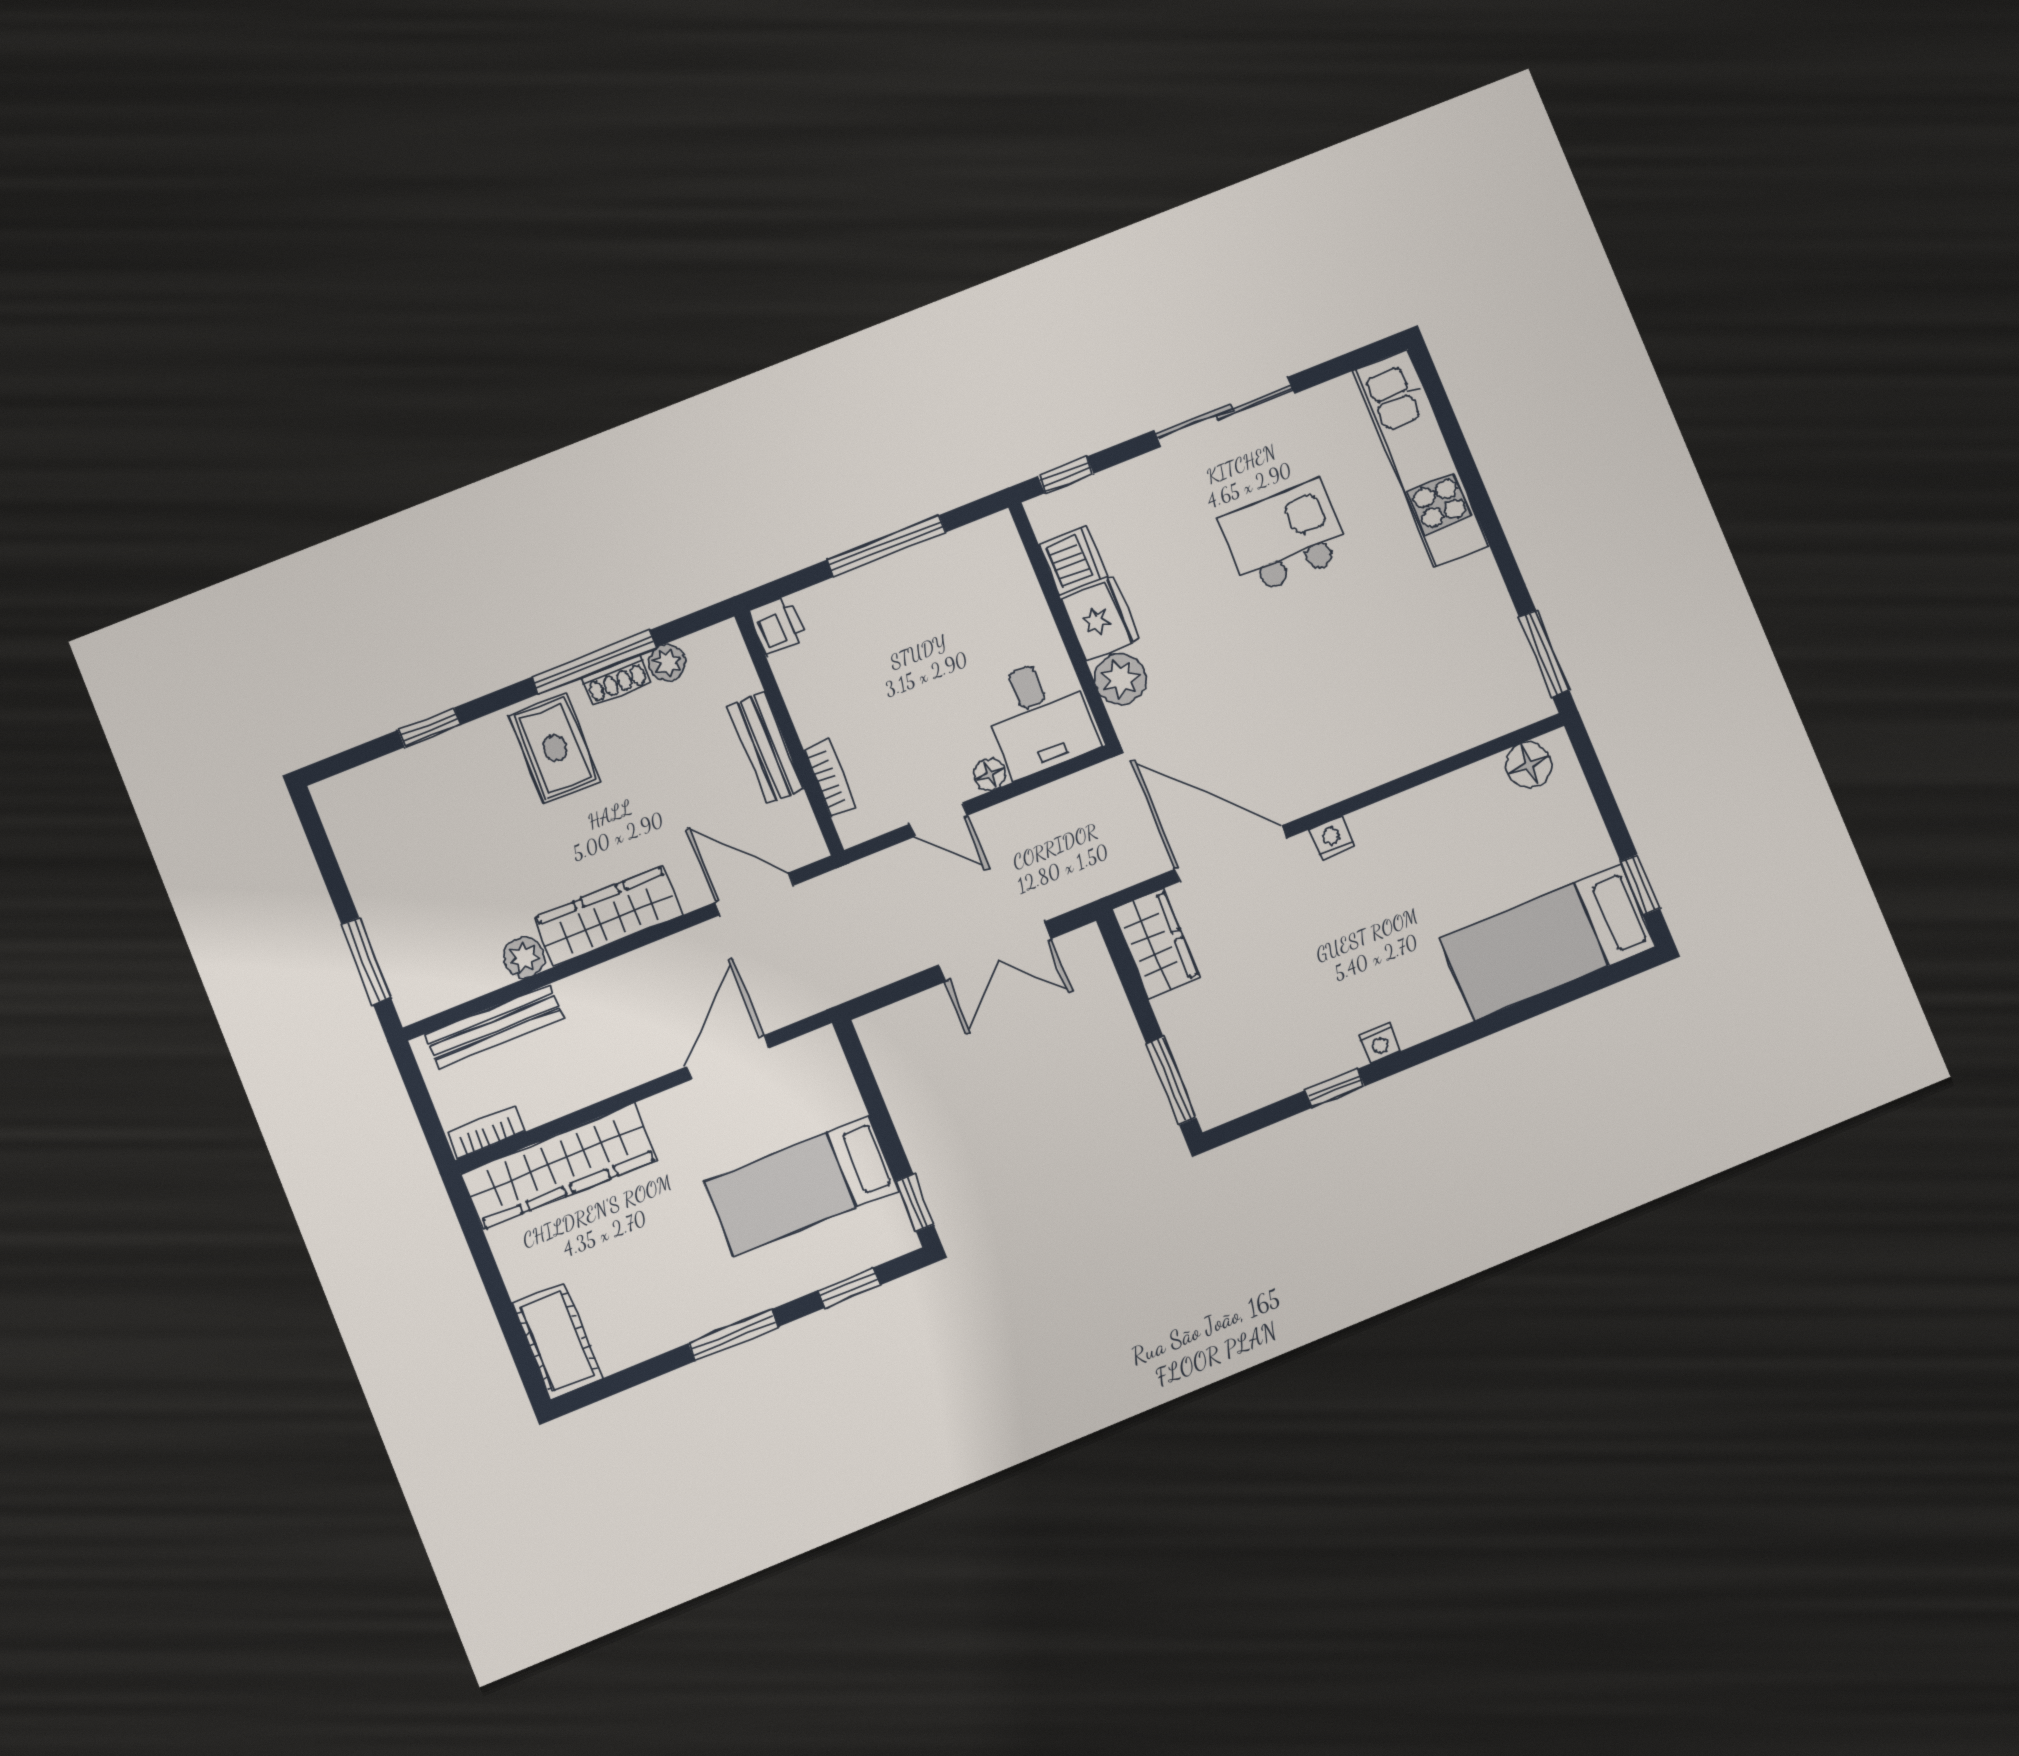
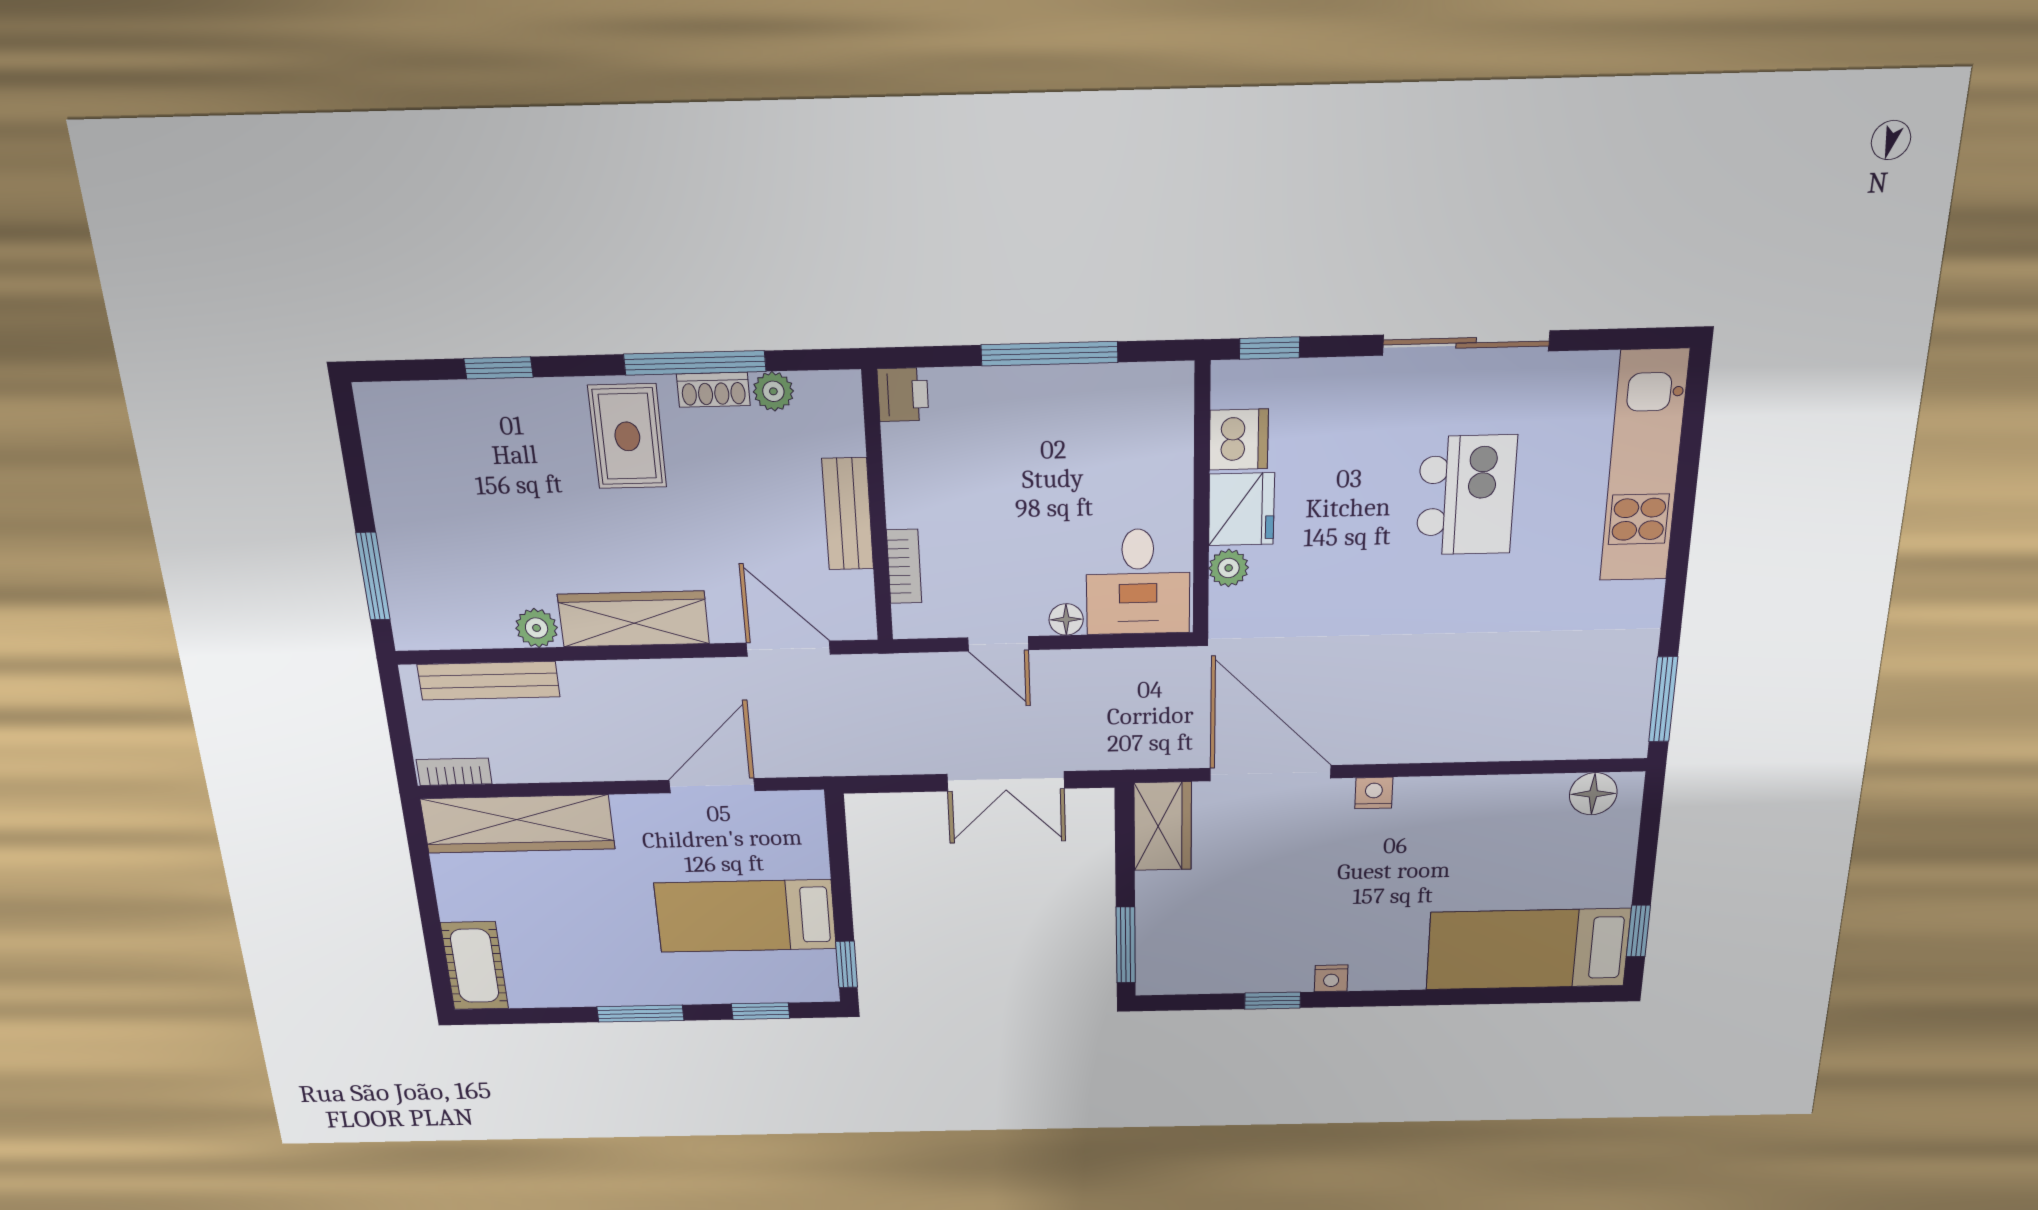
kitchen island: (1285, 537) -> (1466, 495), turned 90
plant: (1121, 679) -> (1229, 568), width x0.73, depth x0.73

